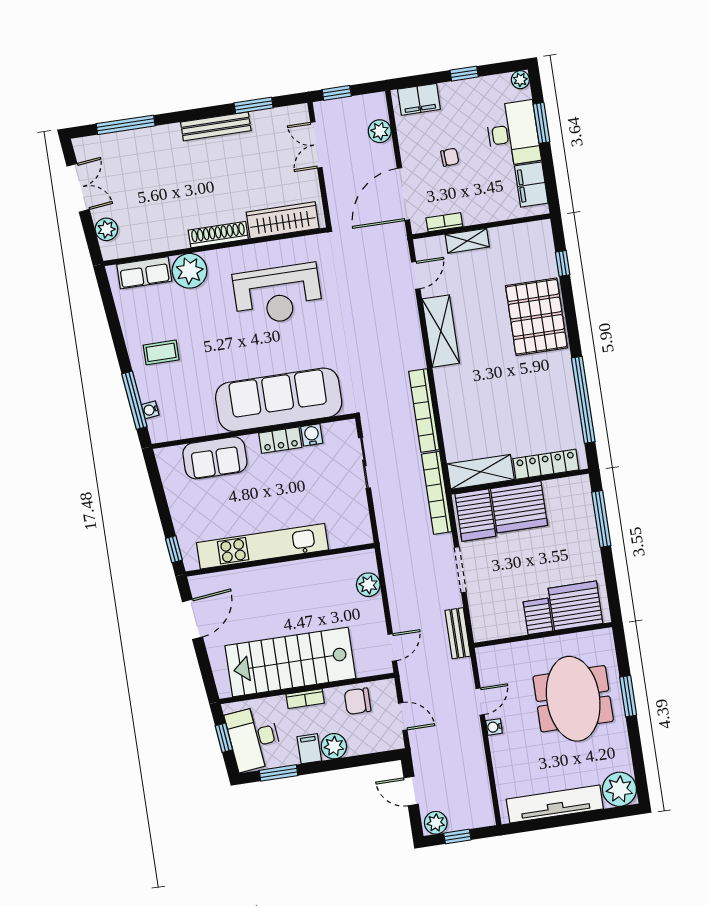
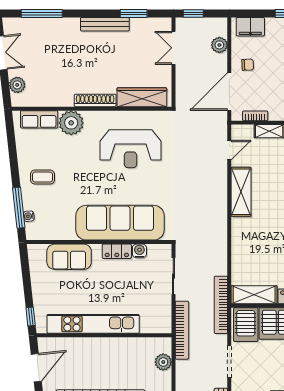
chair: (450, 157) -> (248, 65), moved
bookcase: (424, 410) -> (182, 330), moved, turned 180

